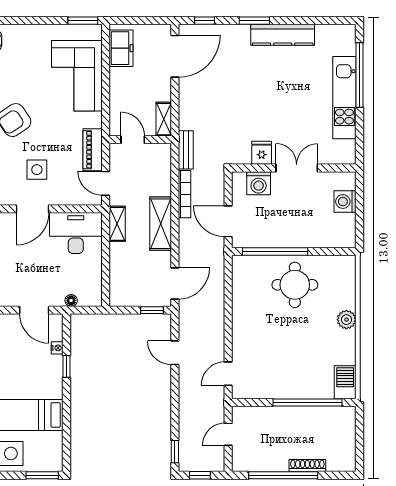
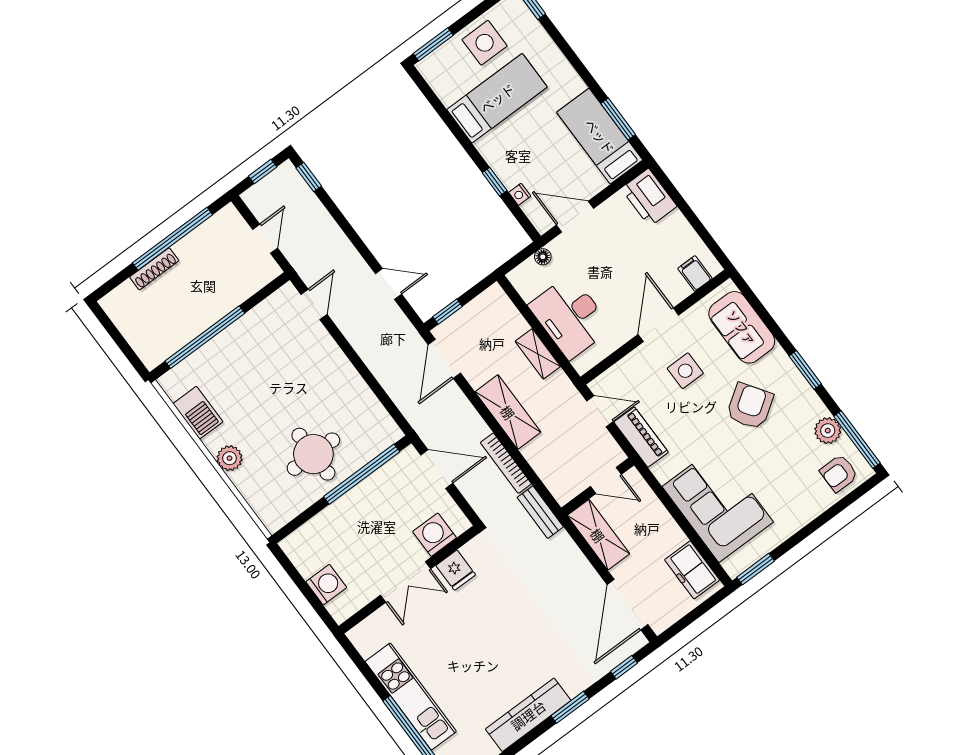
shelving: (164, 119) -> (598, 535), width x1.50, depth x1.33
shelving: (117, 224) -> (538, 354), moved
desk: (76, 233) -> (570, 317), moved, turned 90
barbecue: (345, 382) -> (198, 413), moved

